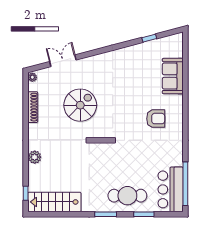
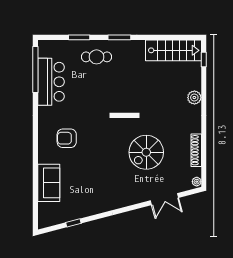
bar counter: (171, 189) -> (51, 82), moved
cafe table: (127, 196) -> (97, 57), width x0.73, depth x0.74

